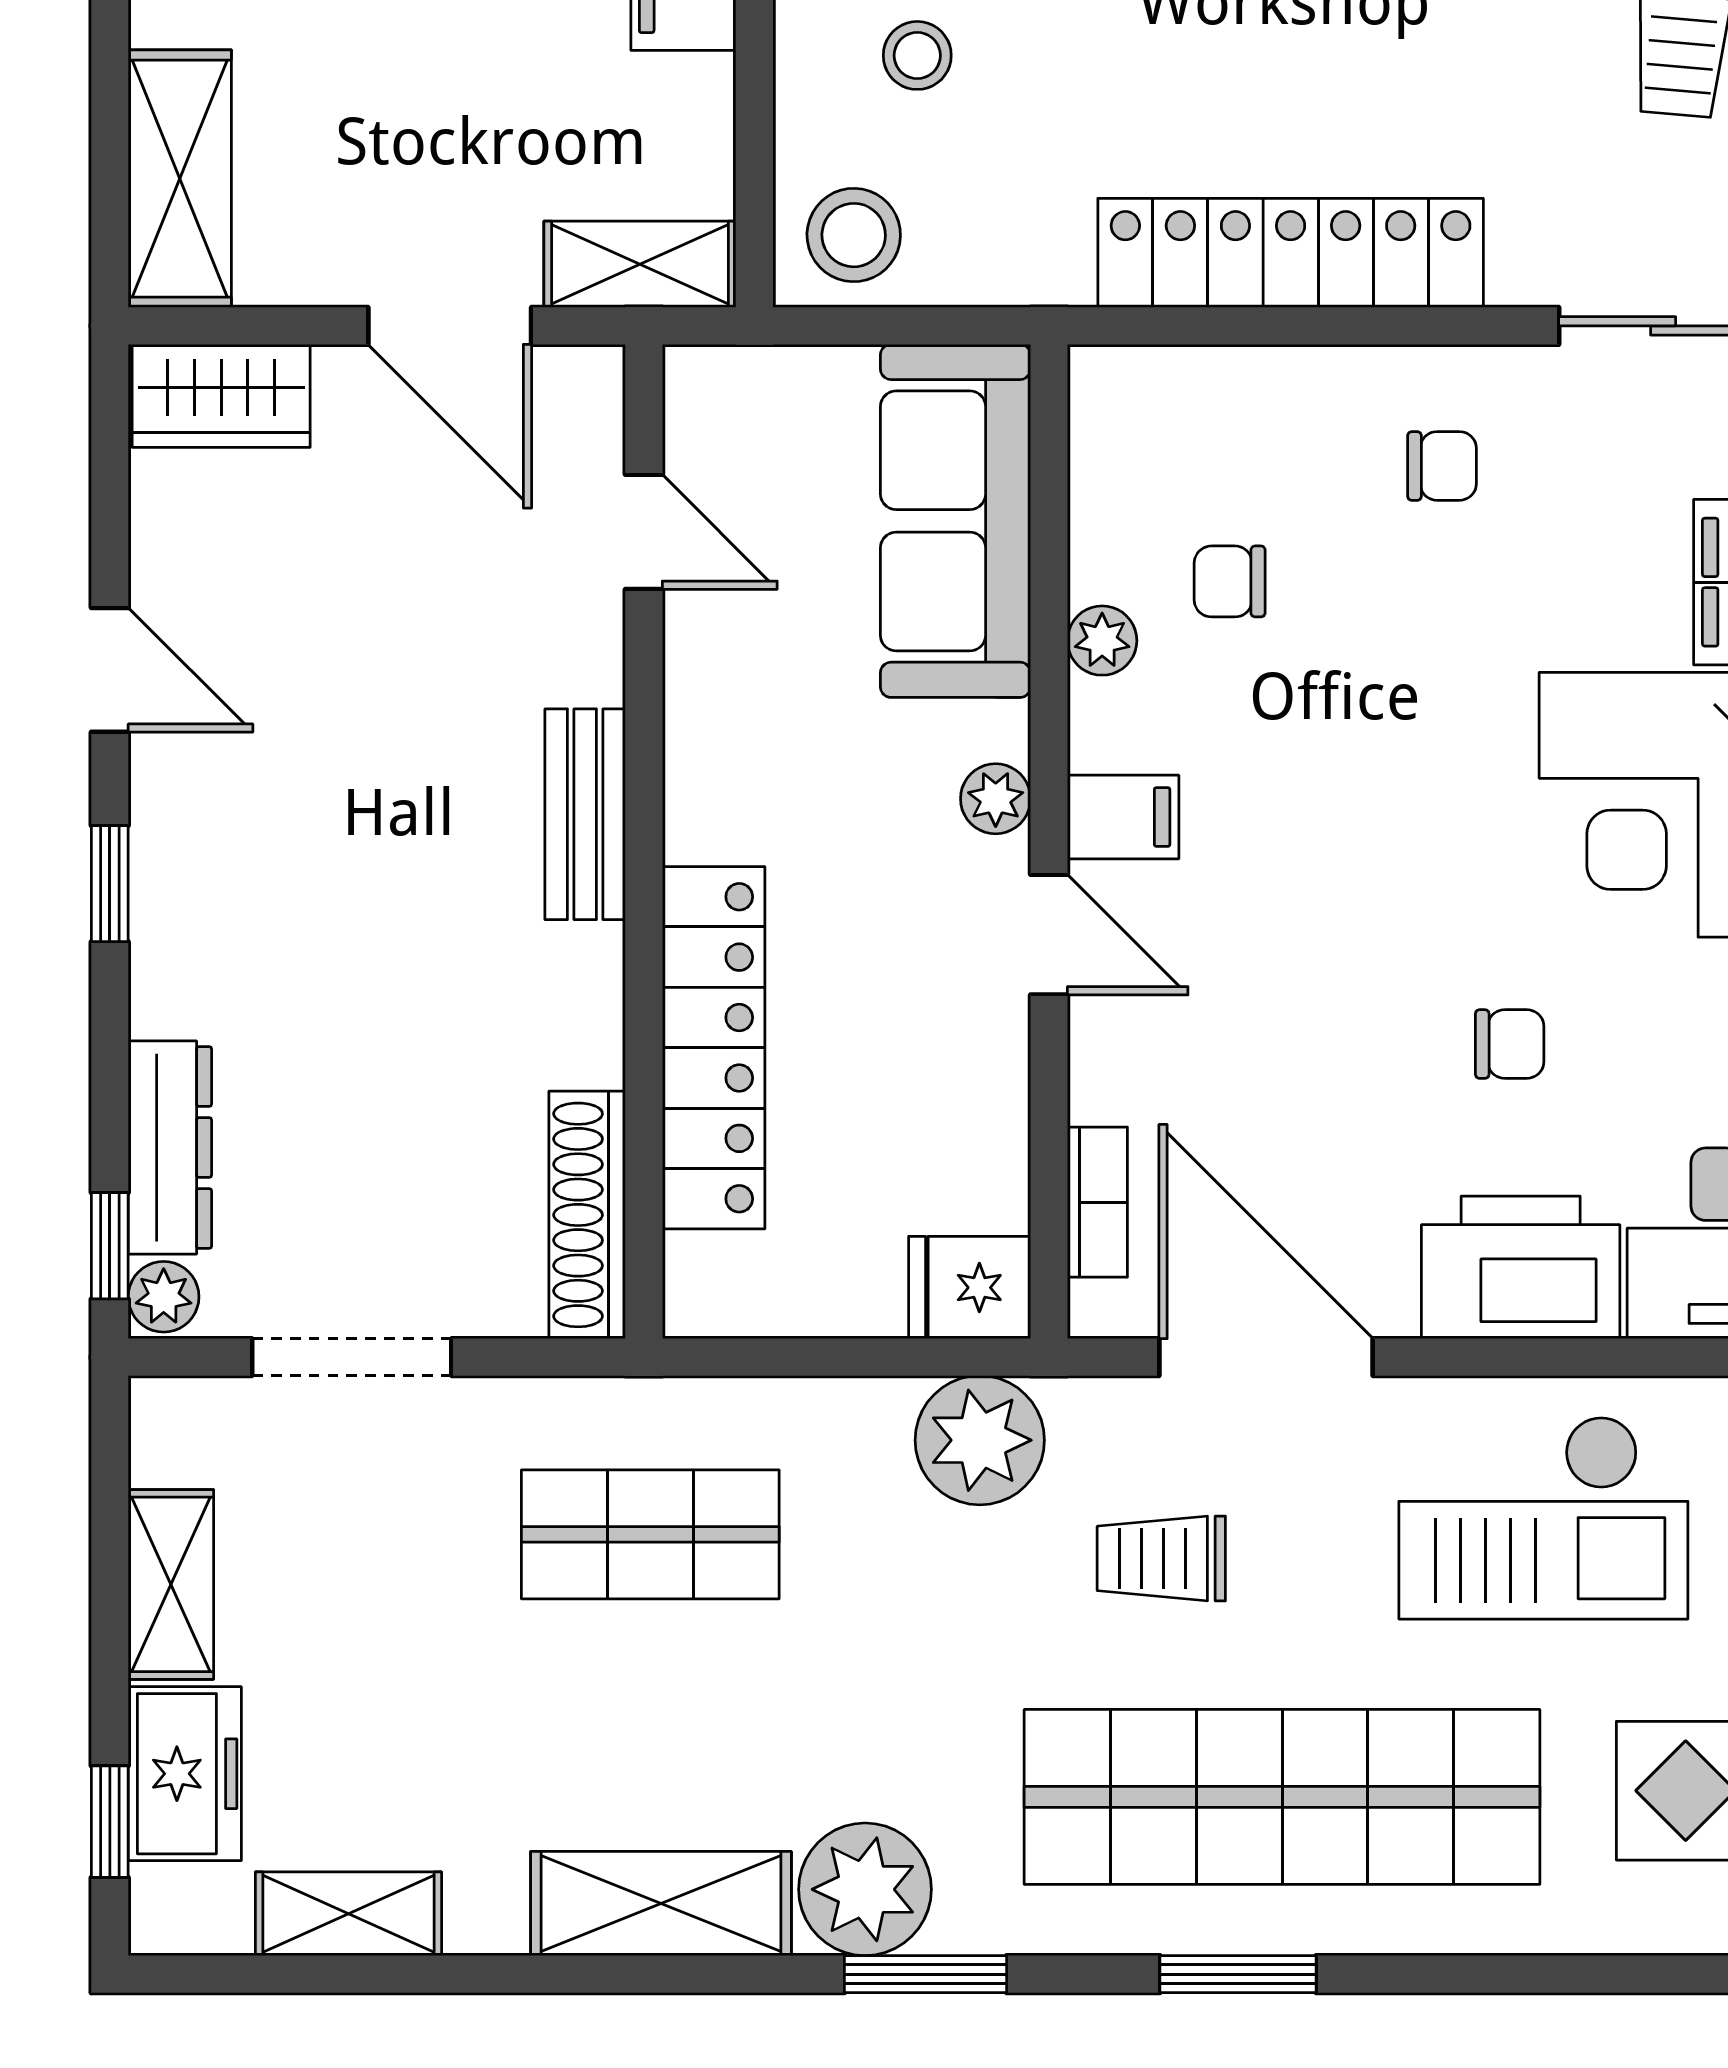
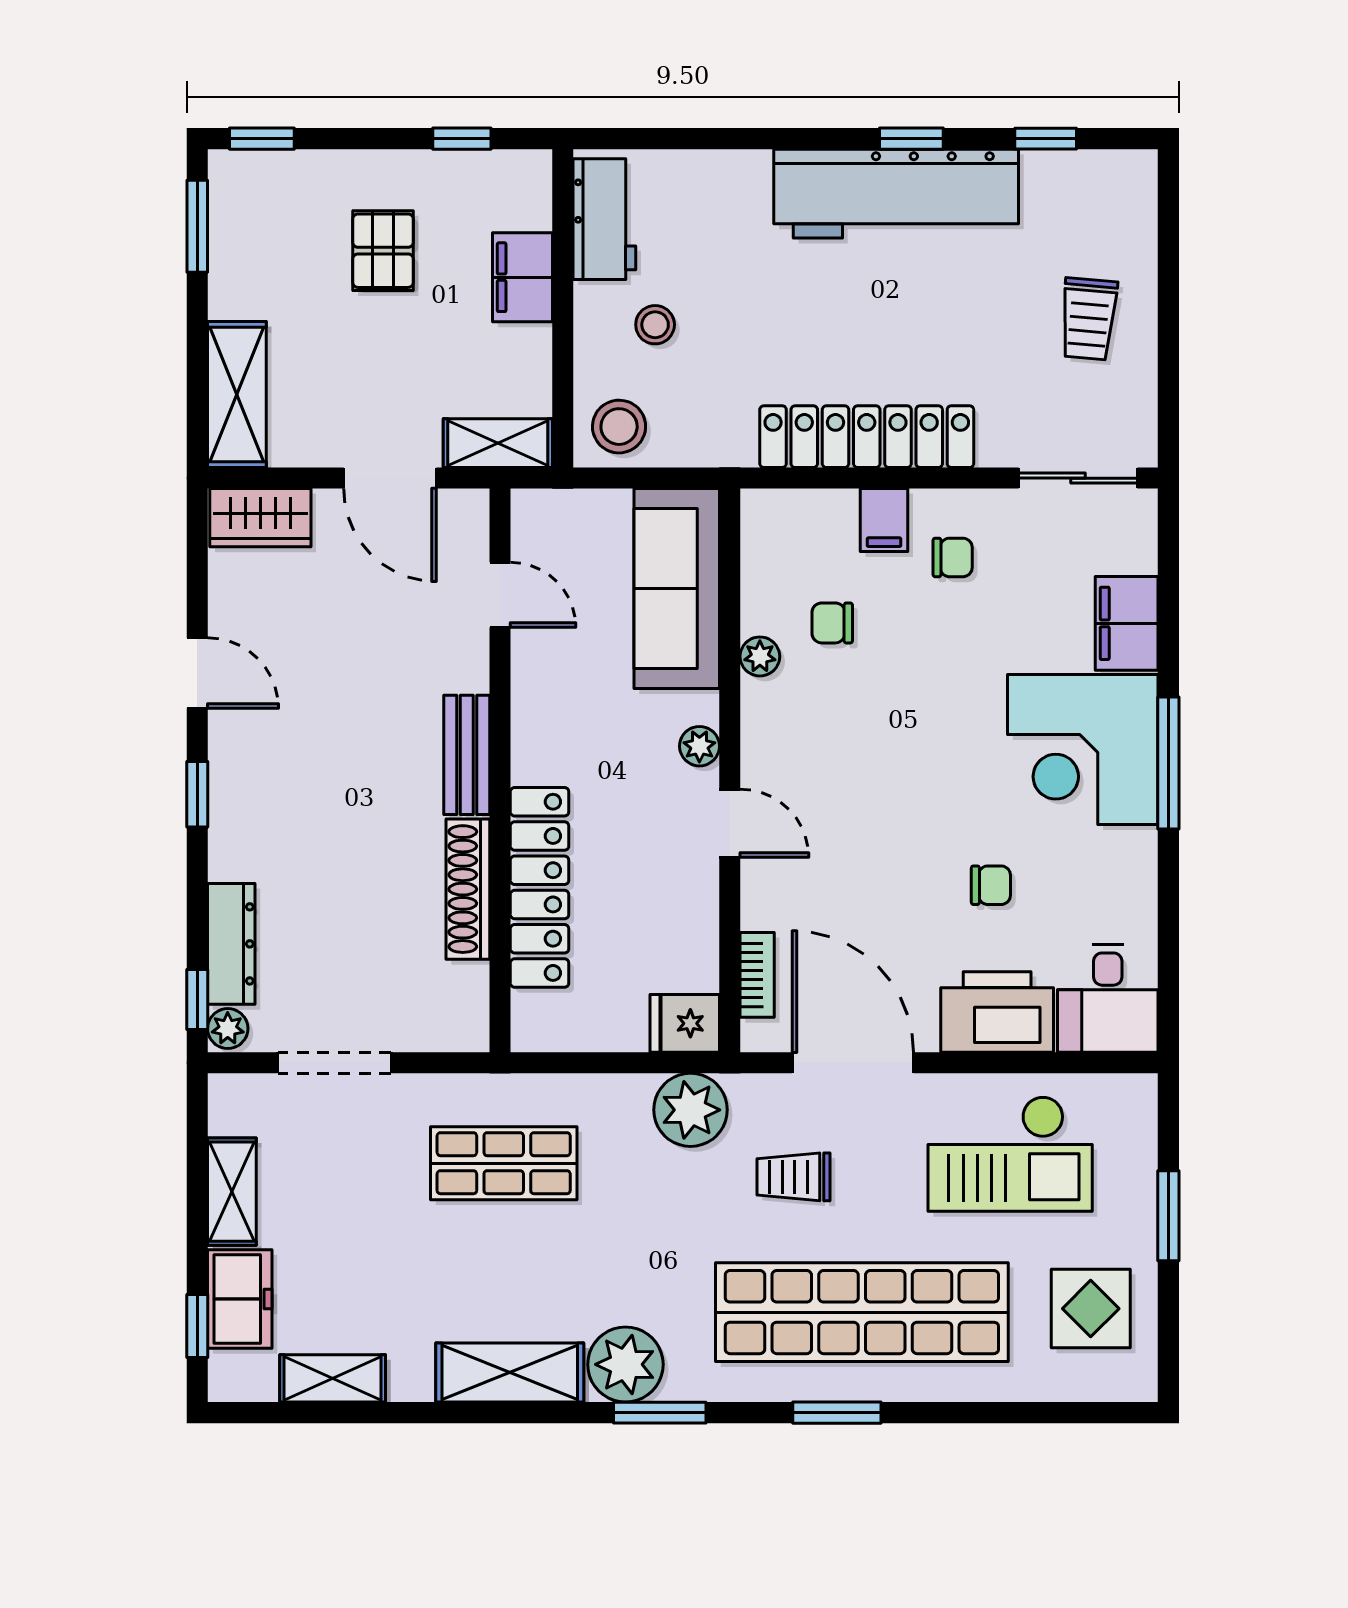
filing cabinet: (1123, 817) -> (884, 520), moved, turned 90
shoe rack: (587, 1215) -> (468, 889), moved

